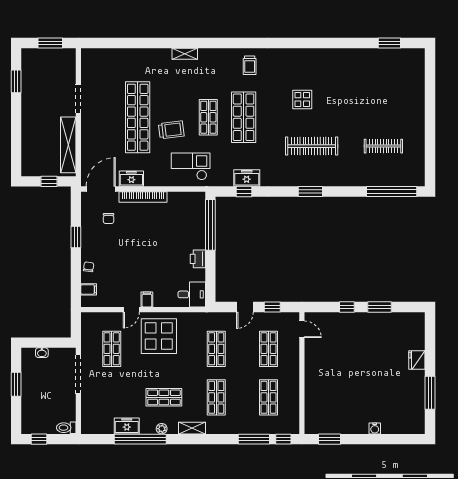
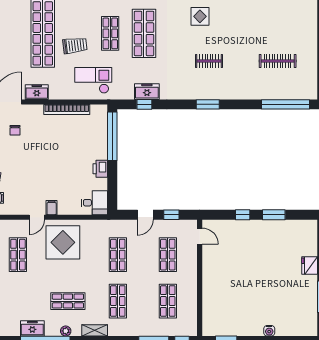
clothes rail: (312, 146) -> (209, 61), width x0.54, depth x0.76
bookcase: (143, 197) -> (67, 110), moved

